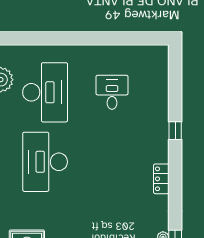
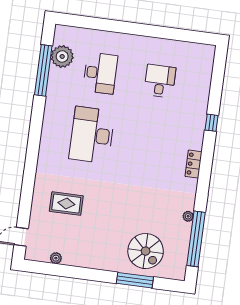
desk: (45, 92) -> (100, 73), width x0.73, depth x0.77

